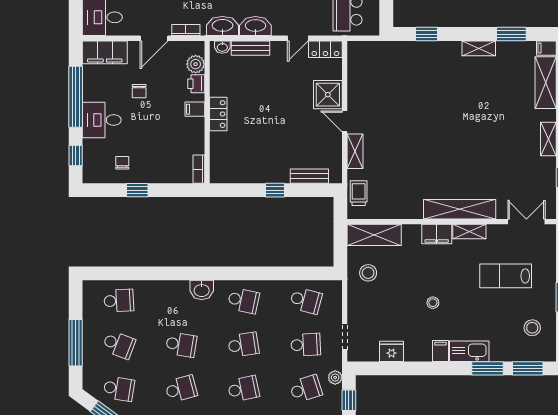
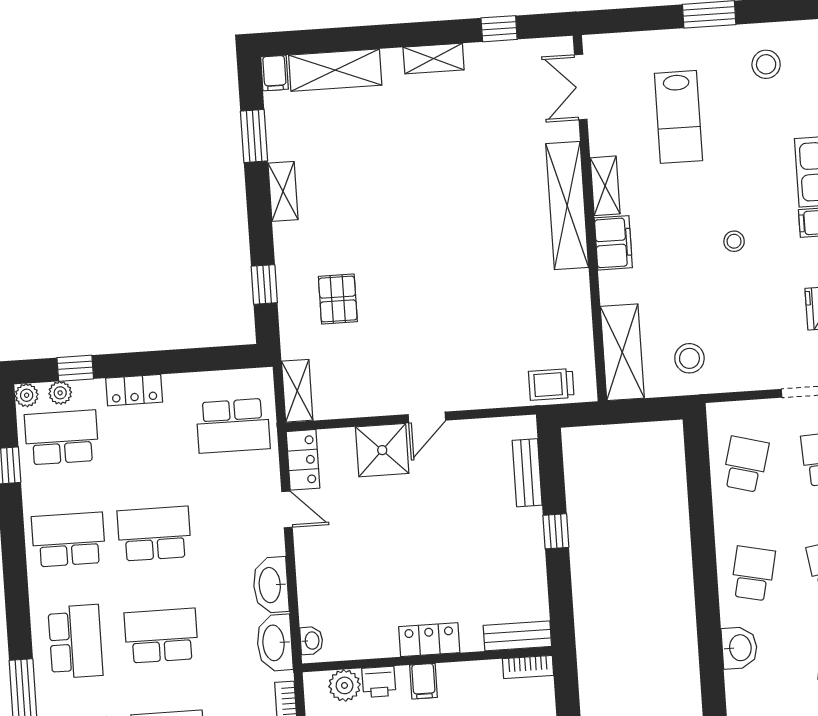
bench: (251, 48) -> (517, 636), moved, turned 90
pallet: (415, 75) -> (338, 299), added
shelving: (355, 151) -> (297, 391), moved, turned 90

